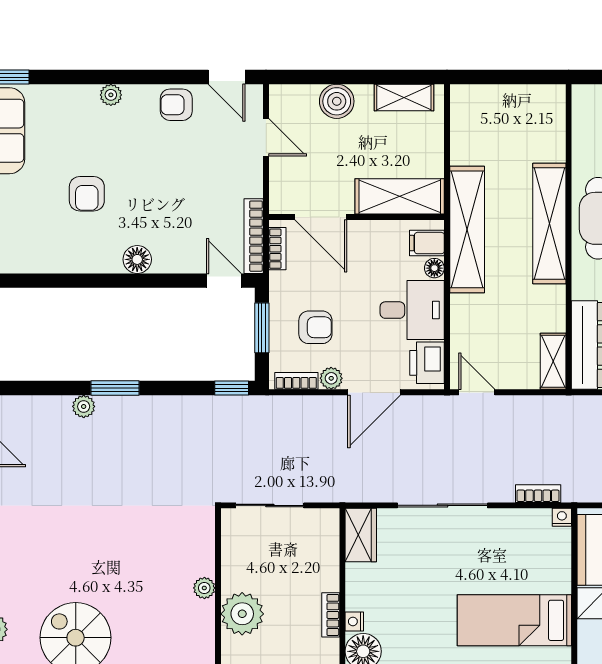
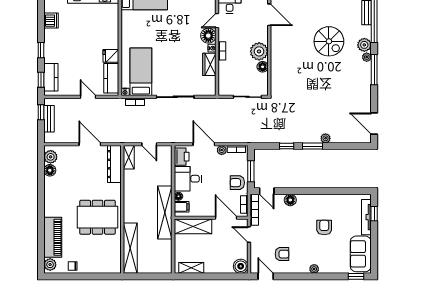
boiler: (337, 101) -> (241, 266), moved
armchair: (176, 105) -> (282, 254), moved
door: (266, 137) -> (249, 235), moved
shelving: (549, 223) -> (130, 248), moved
floor lamp: (137, 259) -> (290, 200), moved
armchair: (315, 327) -> (237, 183), moved
window: (232, 388) -> (287, 146), moved
door: (374, 392) -> (204, 144), hinge flipped
door: (477, 392) -> (149, 144), moved
wardrobe: (361, 535) -> (209, 64), moved
floor lamp: (234, 577) -> (263, 67), added
plant: (204, 588) -> (275, 62), removed
bed: (514, 620) -> (141, 72), moved, turned -90

